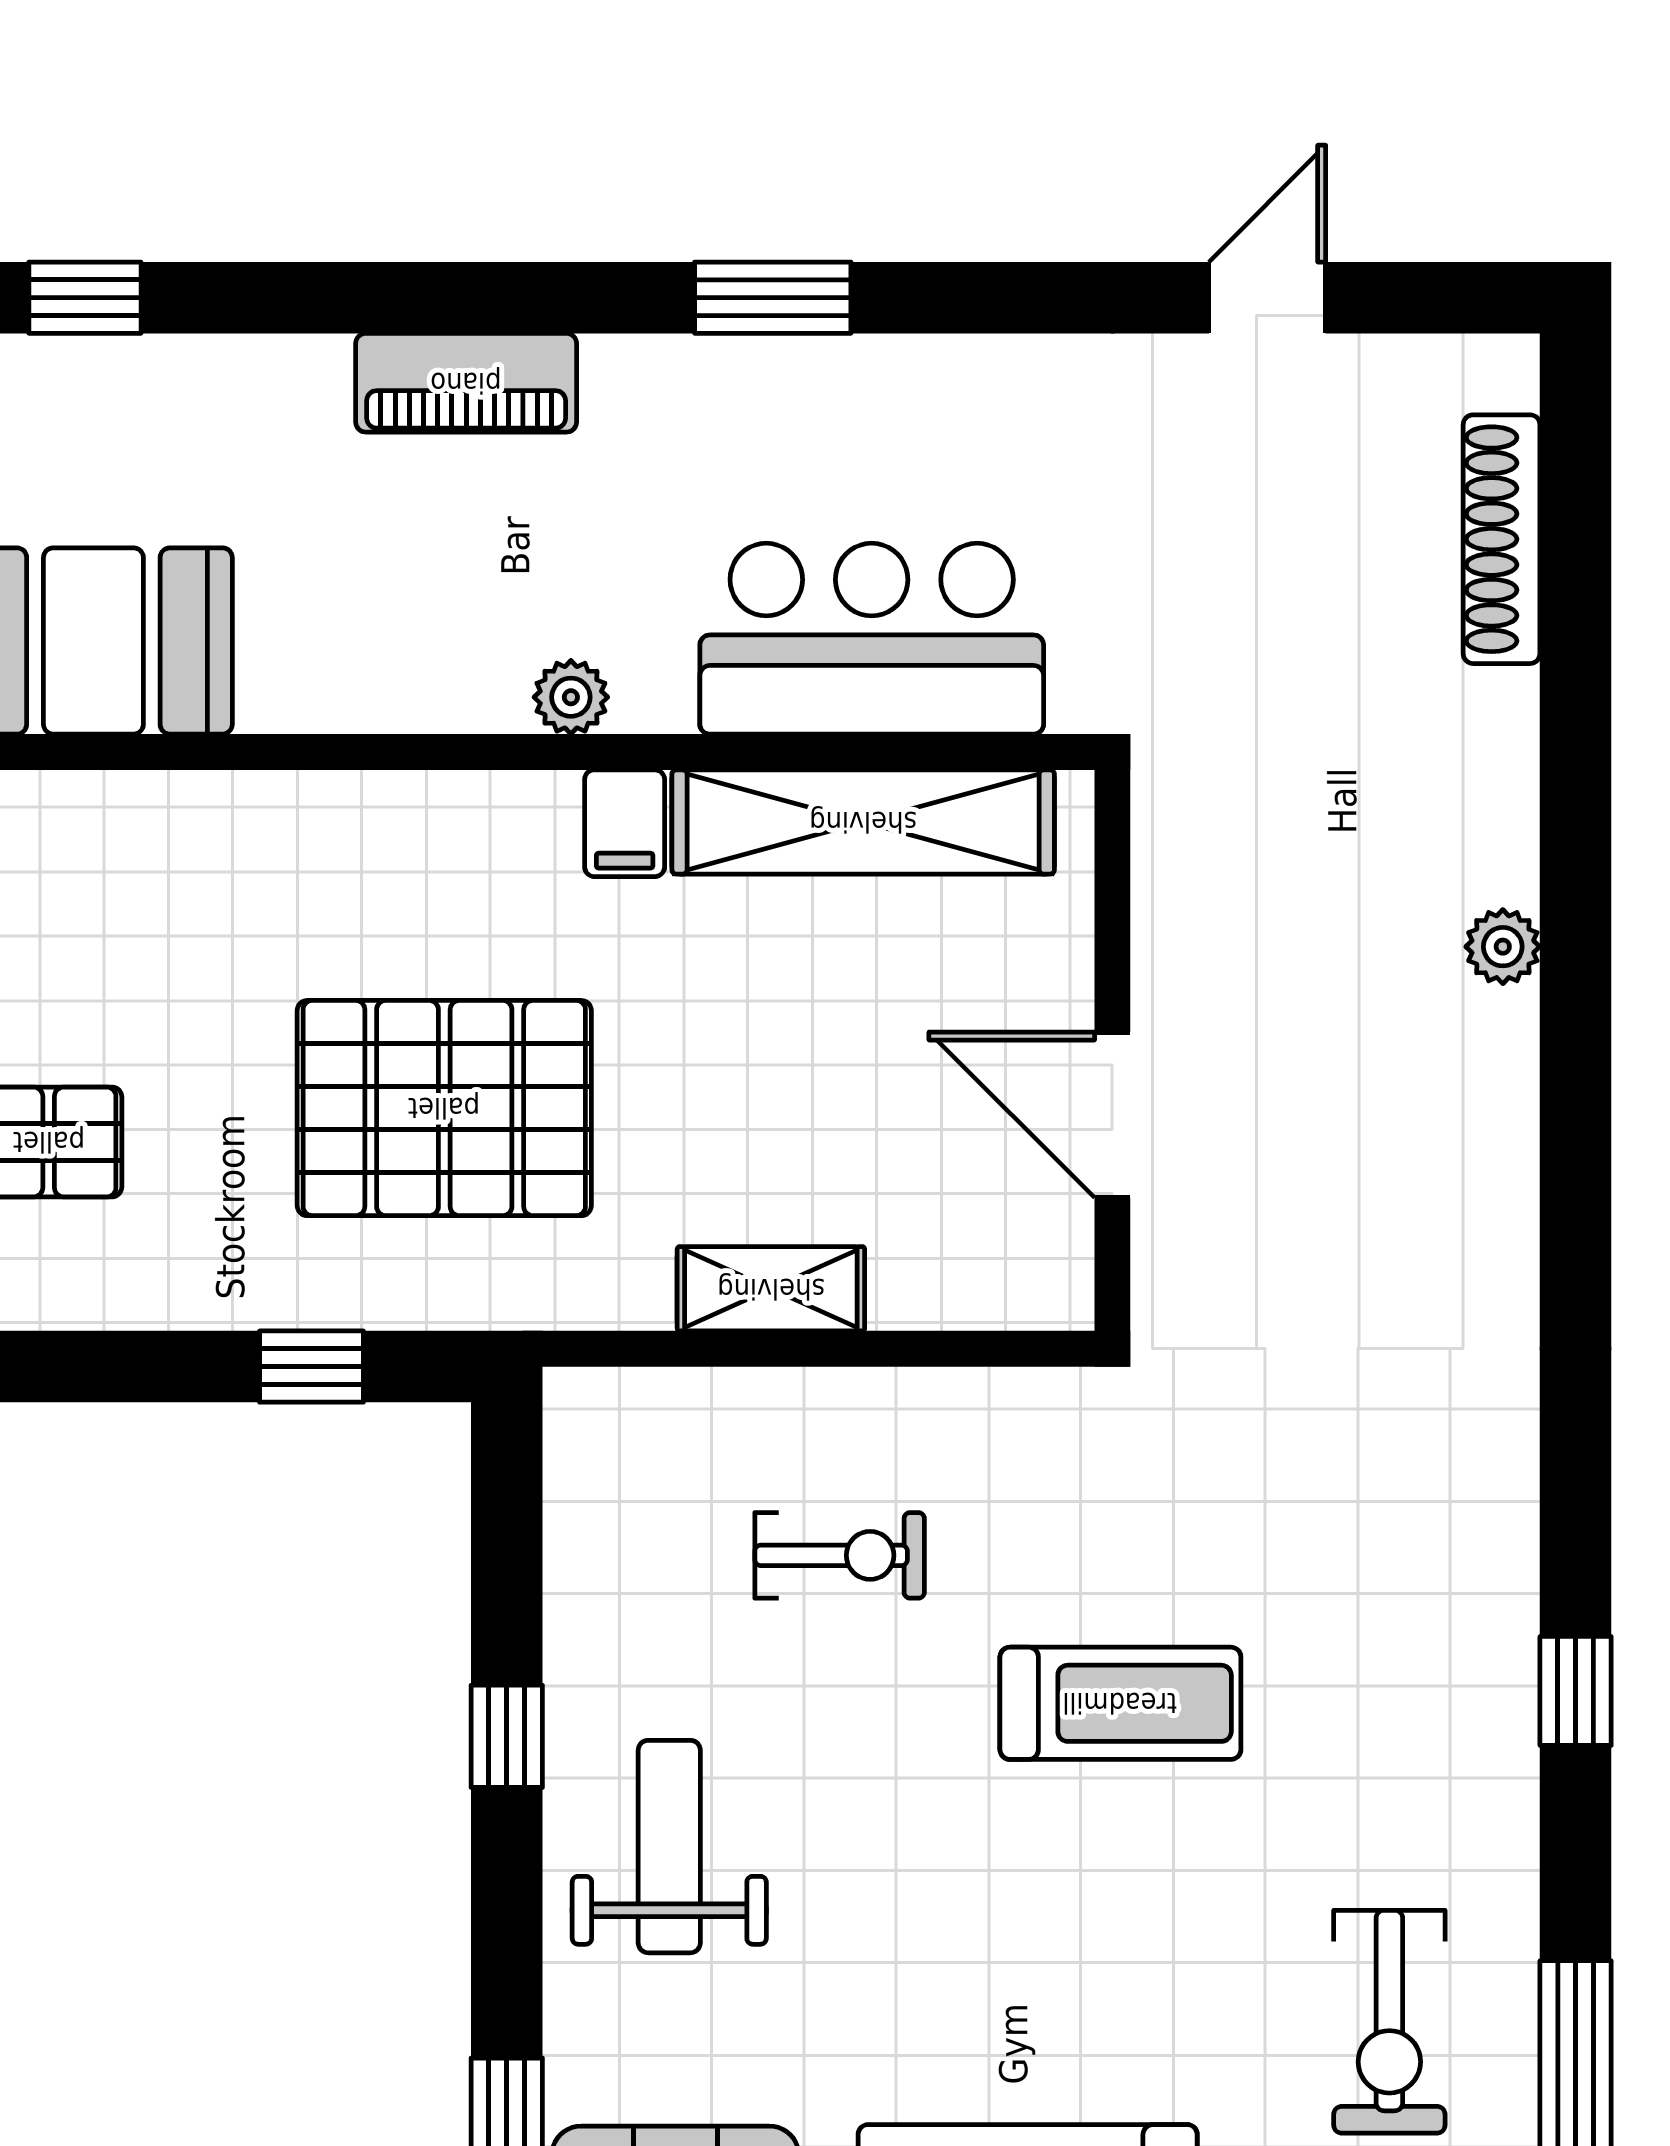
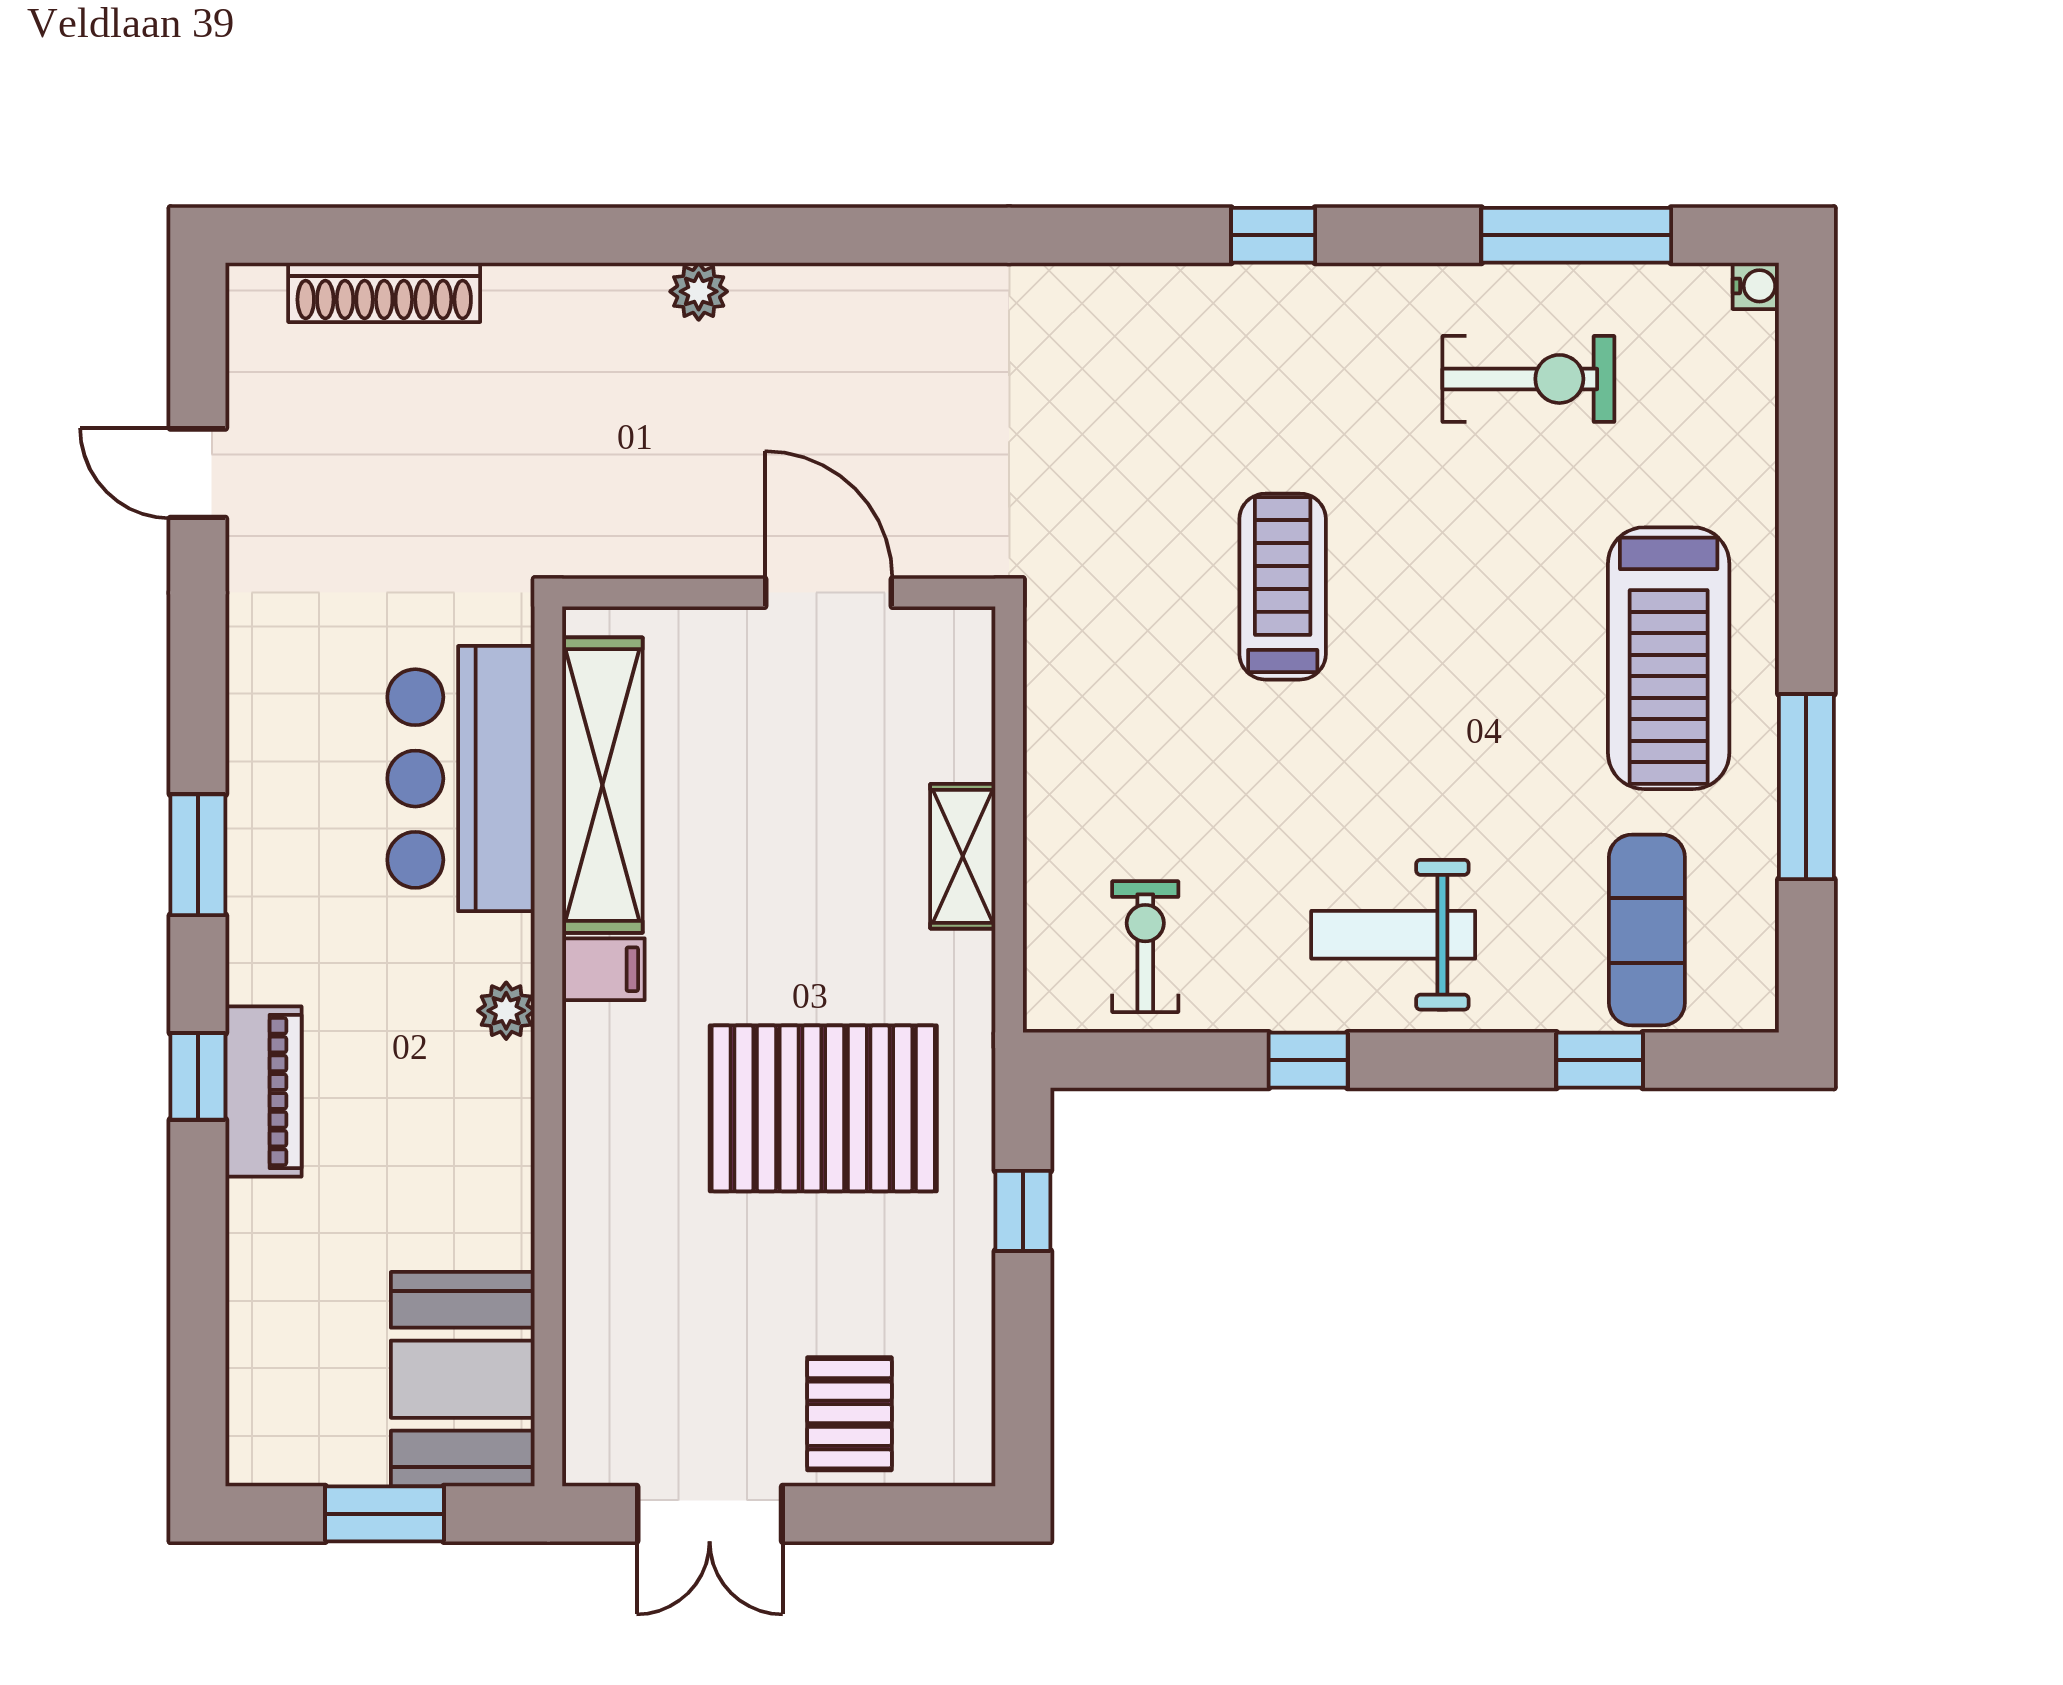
window: (85, 298) -> (198, 1076), moved
pallet: (444, 1108) -> (823, 1108), turned 90
door: (1112, 1115) -> (829, 593), swing flipped
exercise bike: (840, 1555) -> (1145, 947), moved

